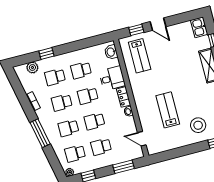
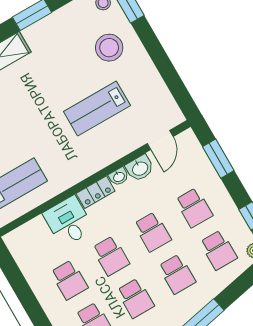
washbasin: (111, 52) -> (140, 168), moved

